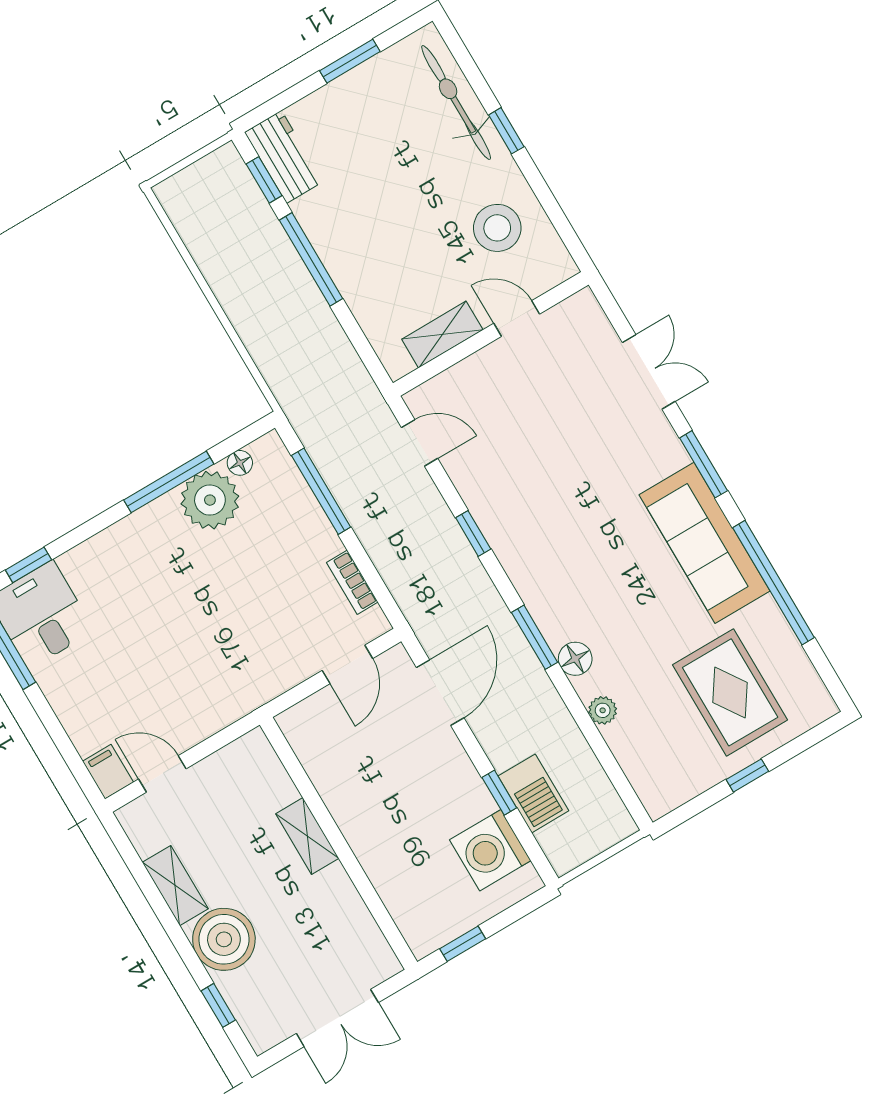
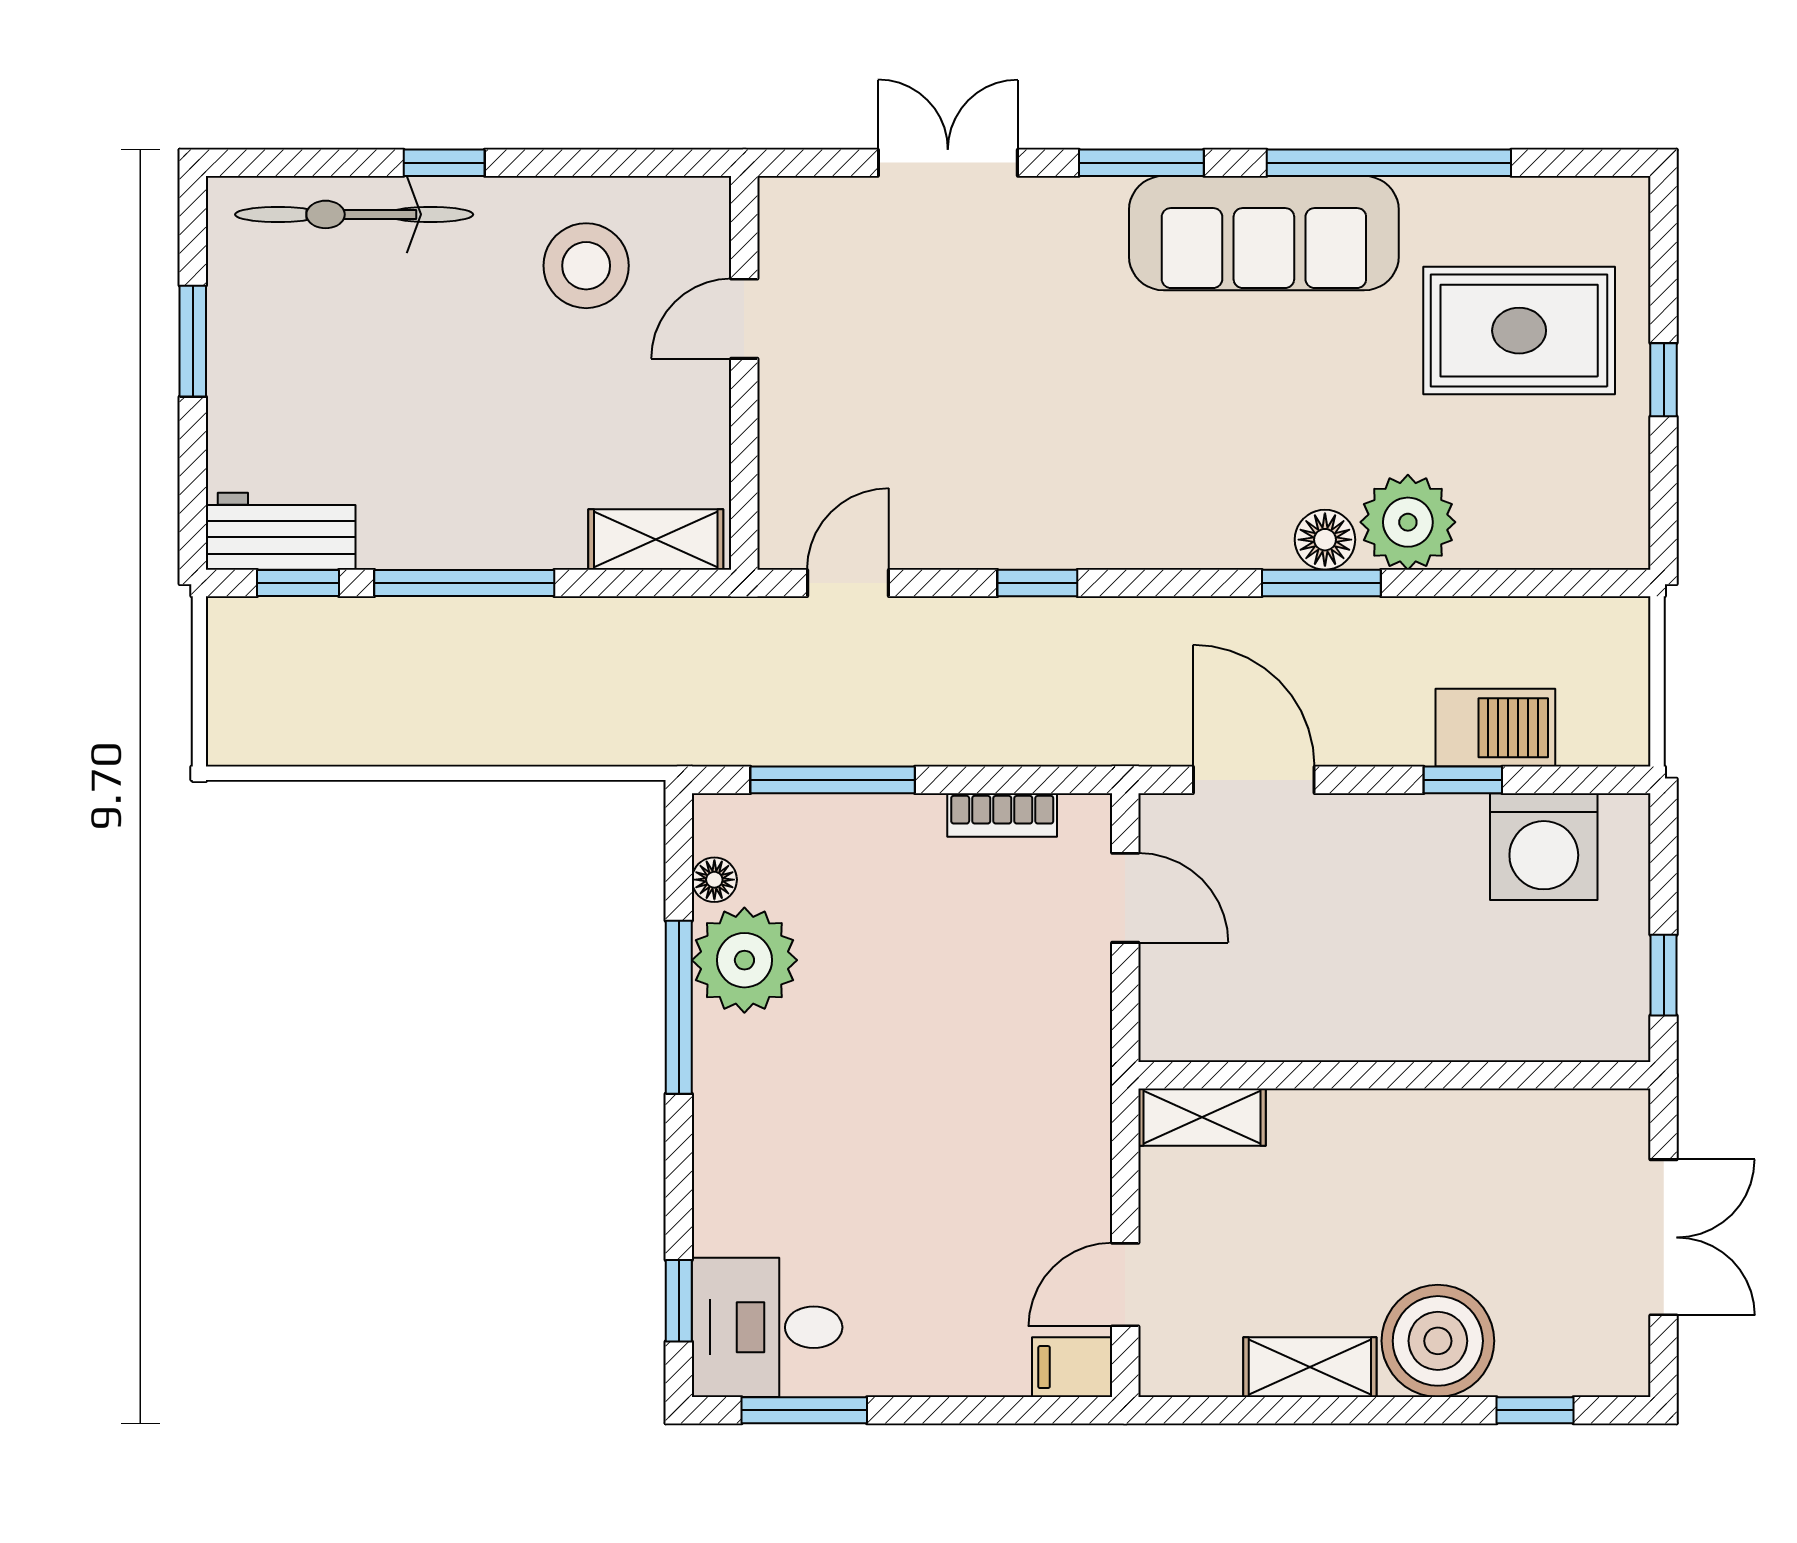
shelving: (442, 334) -> (656, 539), moved, turned 90
window: (535, 637) -> (1321, 583), moved
plant: (603, 710) -> (1408, 522), width x1.88, depth x1.88
shelving: (307, 836) -> (1202, 1117), moved

